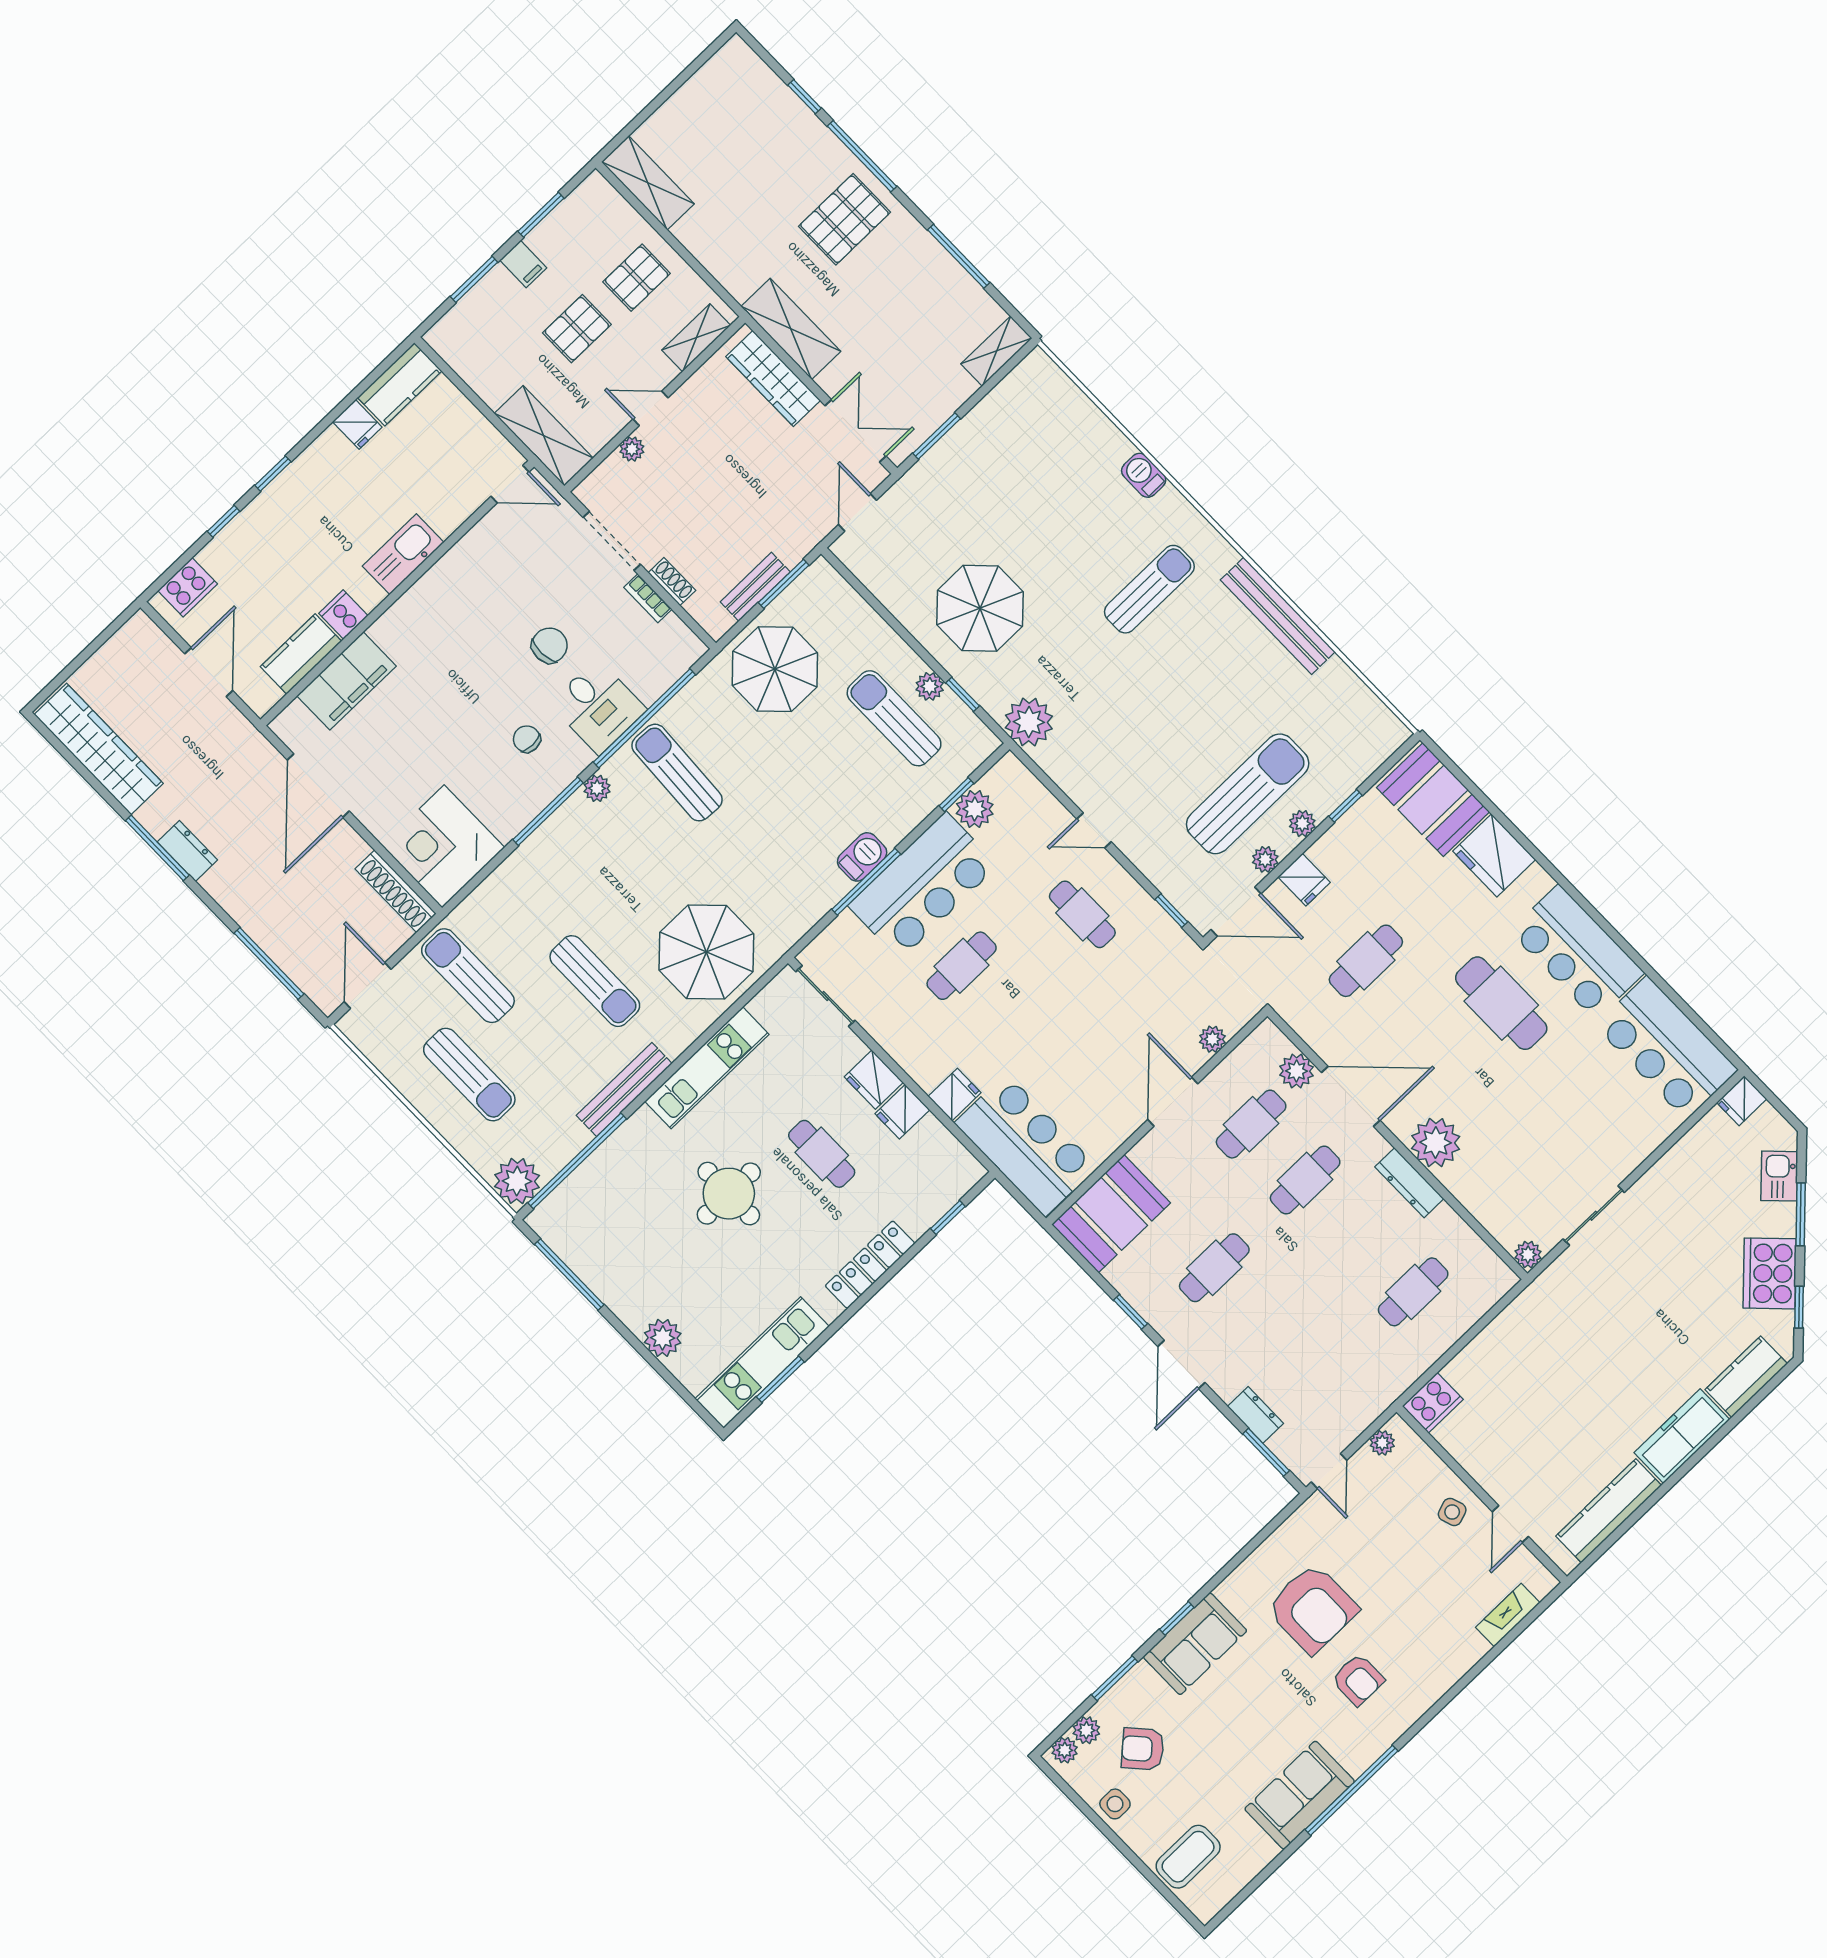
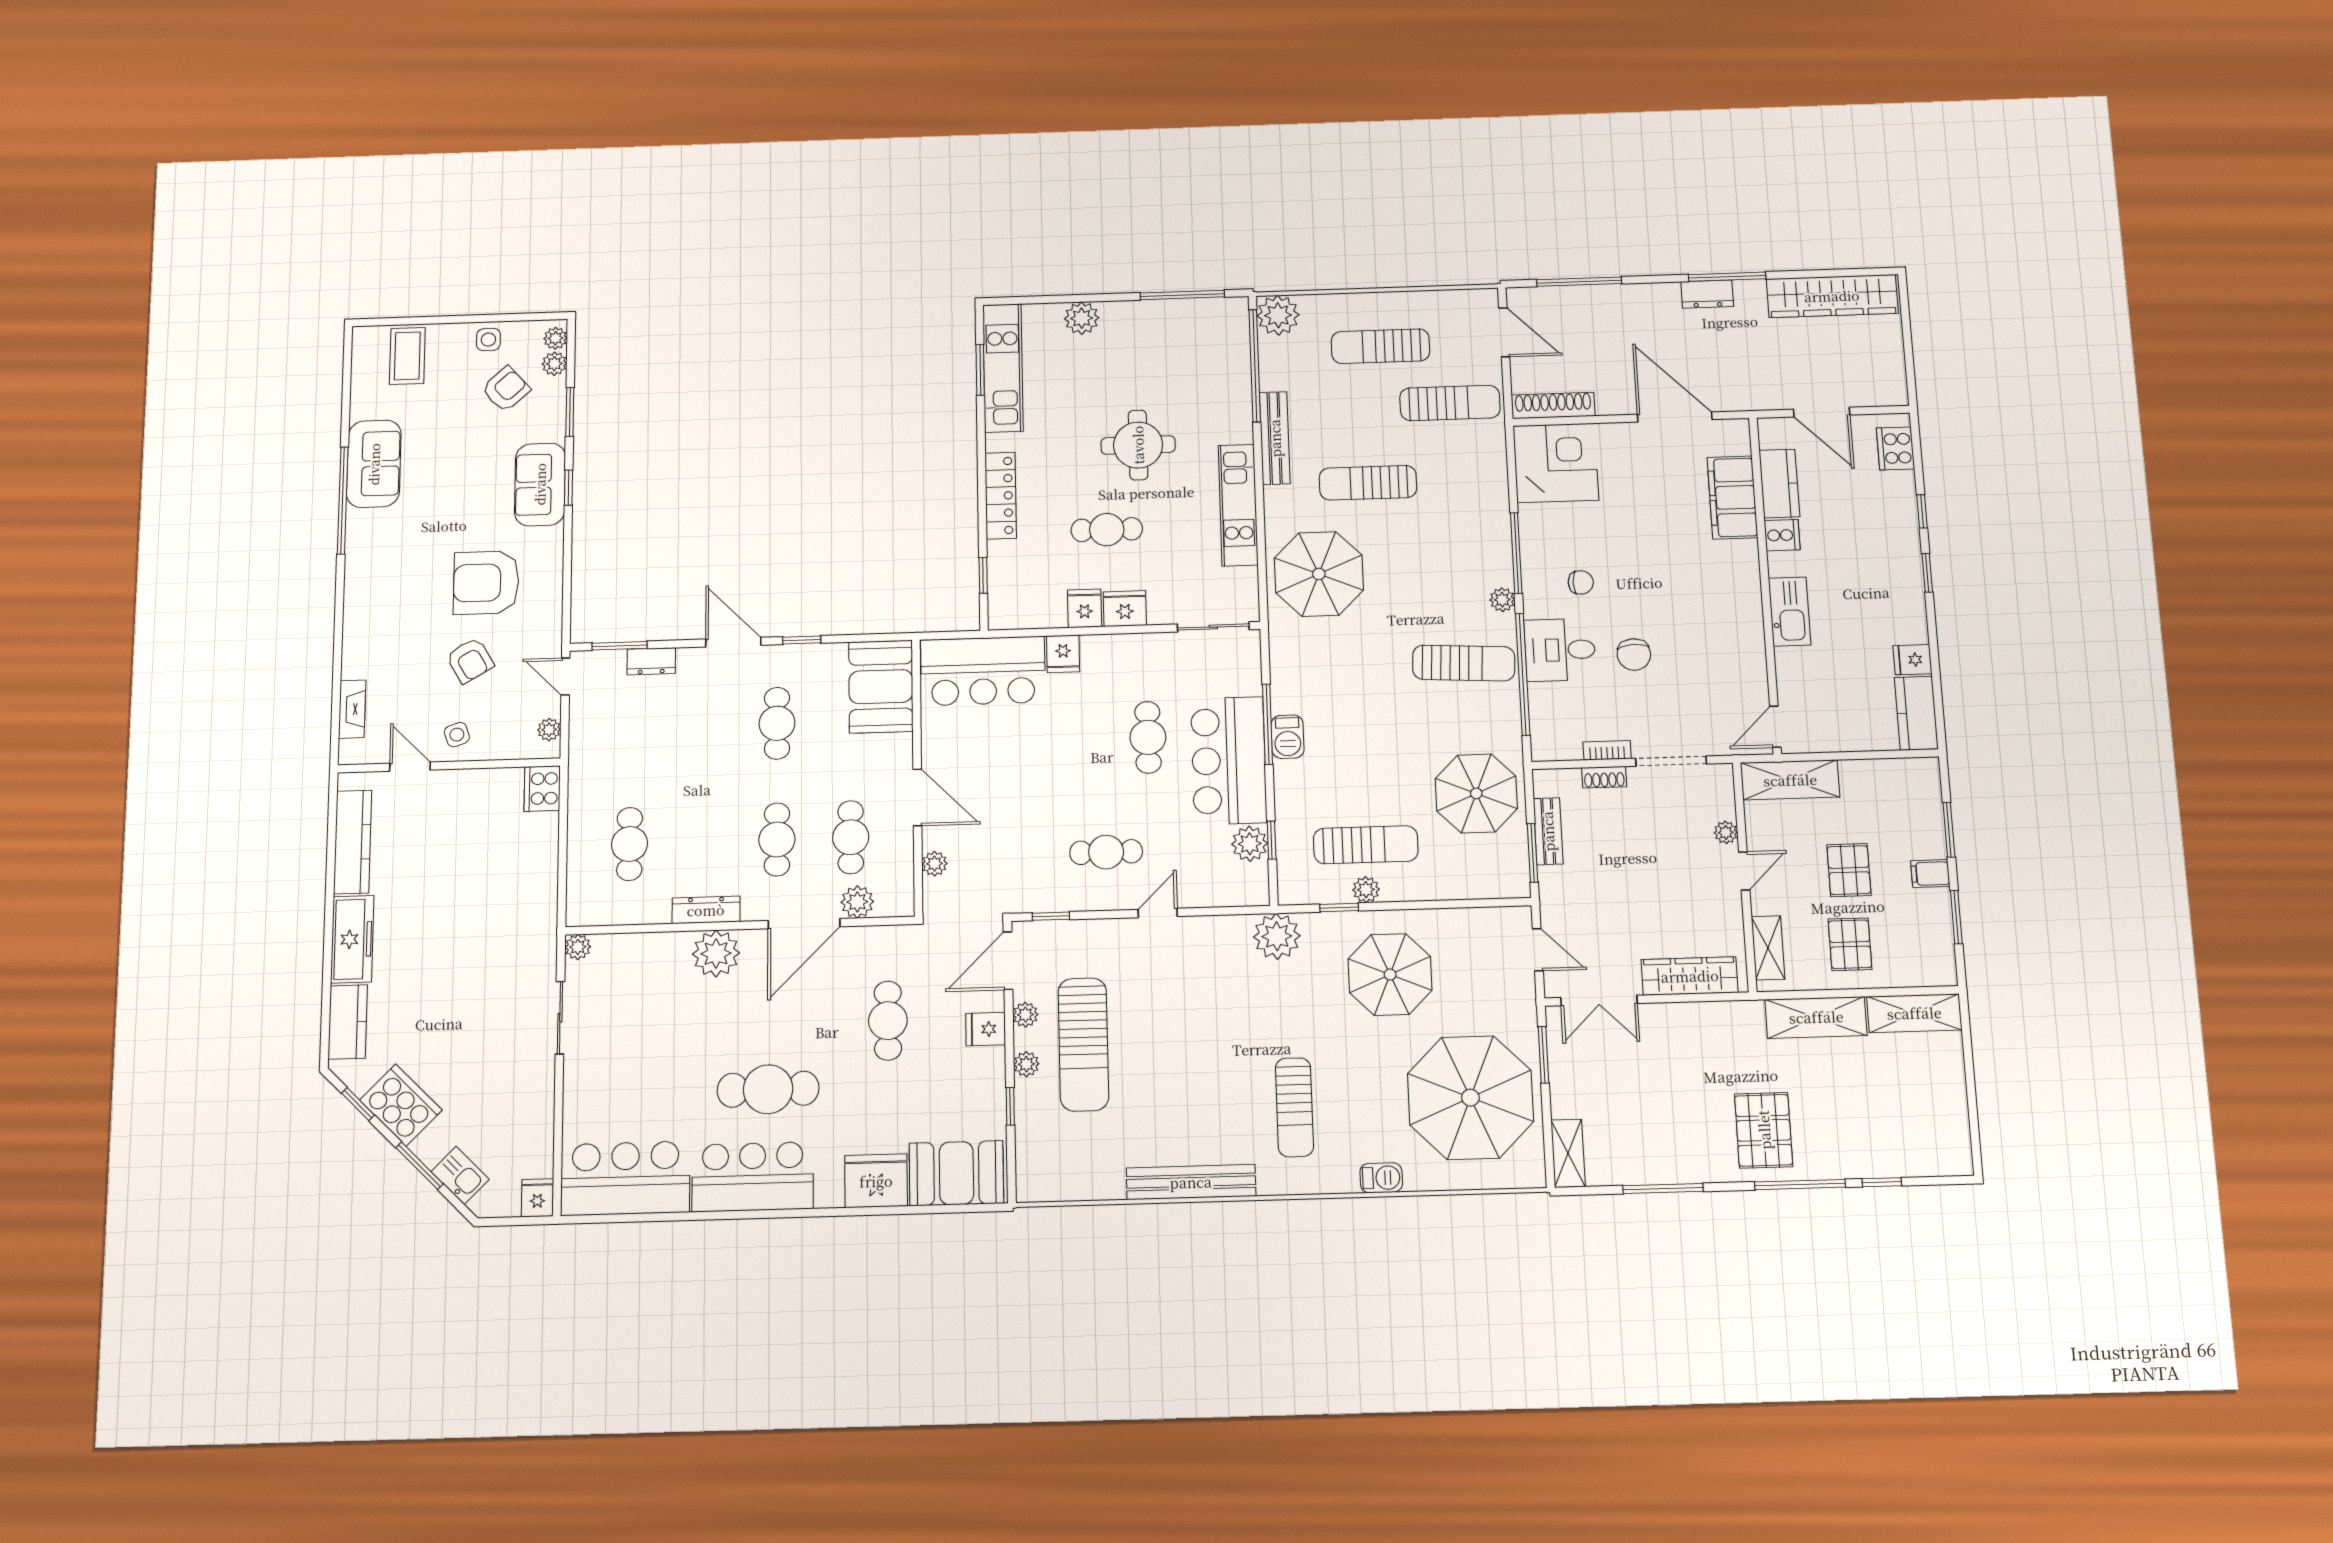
shelving: (791, 329) -> (1816, 1017), moved
parasol: (1020, 462) -> (1470, 1098), added
armchair: (1358, 1680) -> (470, 660), moved, turned -120

